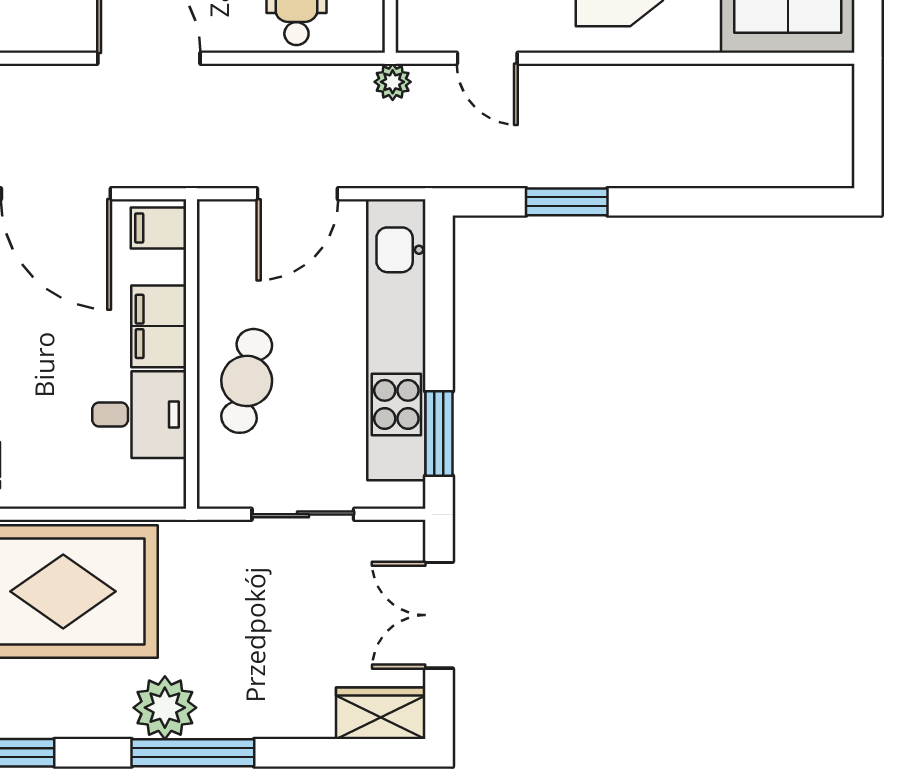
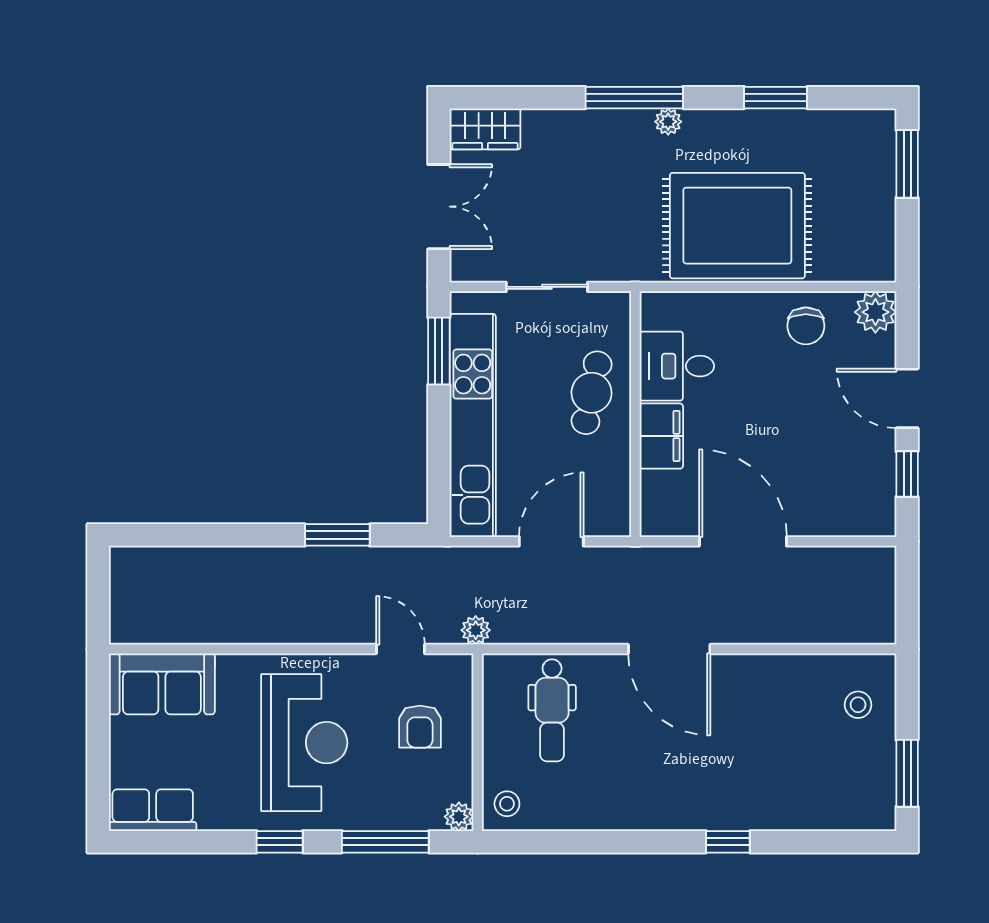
filing cabinet: (159, 228) -> (662, 514), removed
plant: (165, 708) -> (668, 122), width x0.53, depth x0.53

